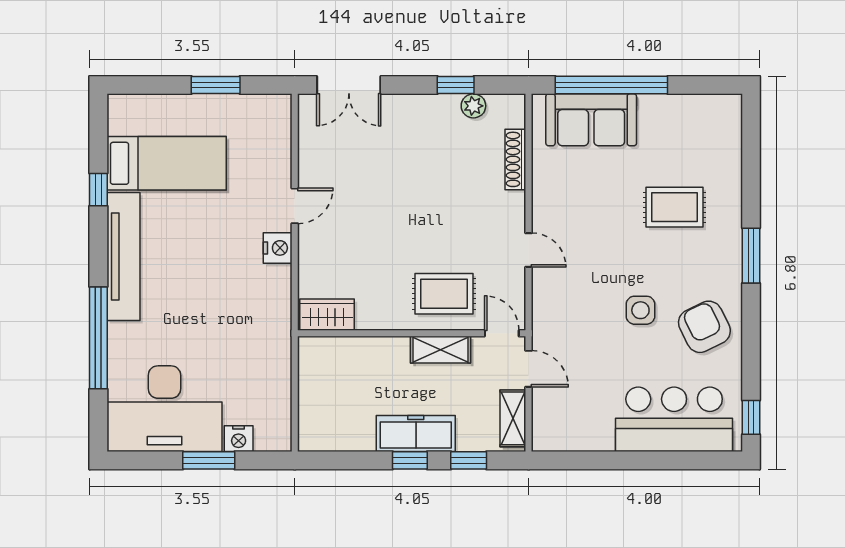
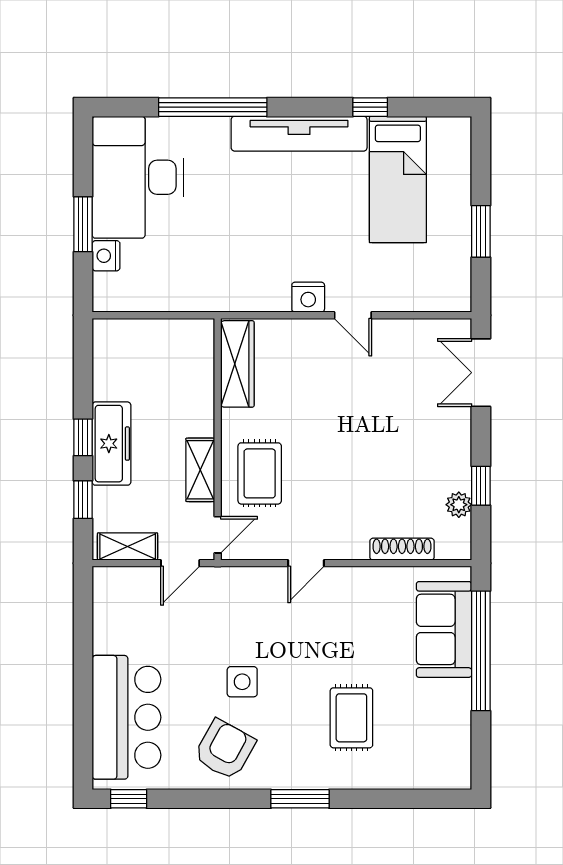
wardrobe: (327, 315) -> (237, 364), width x1.50
armchair: (704, 327) -> (225, 749), turned -35

